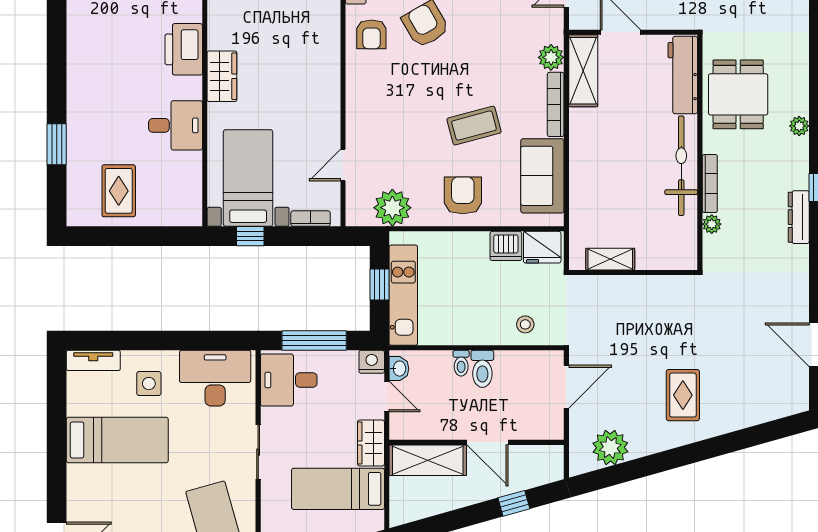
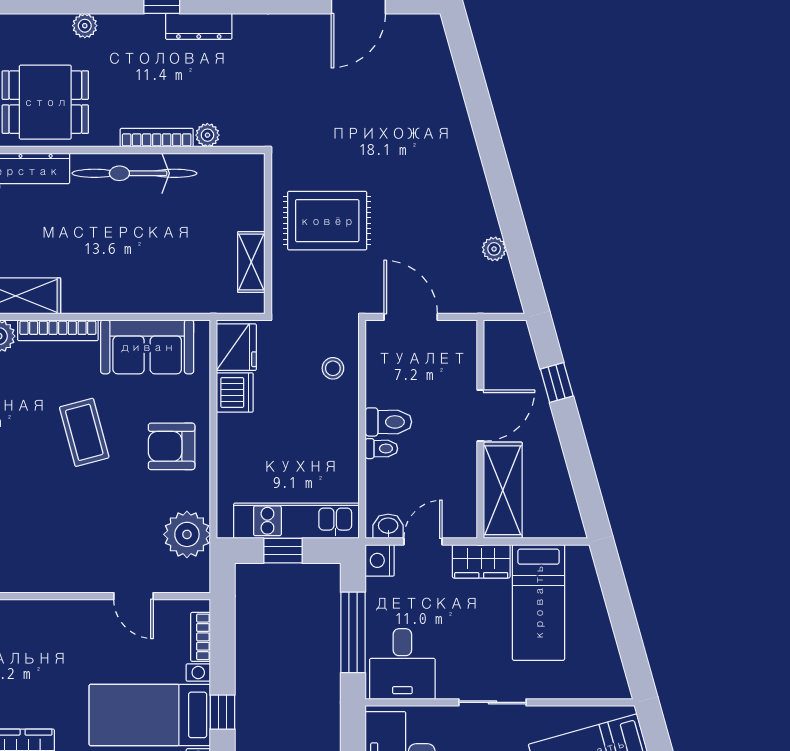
rug: (683, 395) -> (327, 221), moved, width x1.36, depth x1.43
plant: (610, 447) -> (494, 249), width x0.53, depth x0.53

